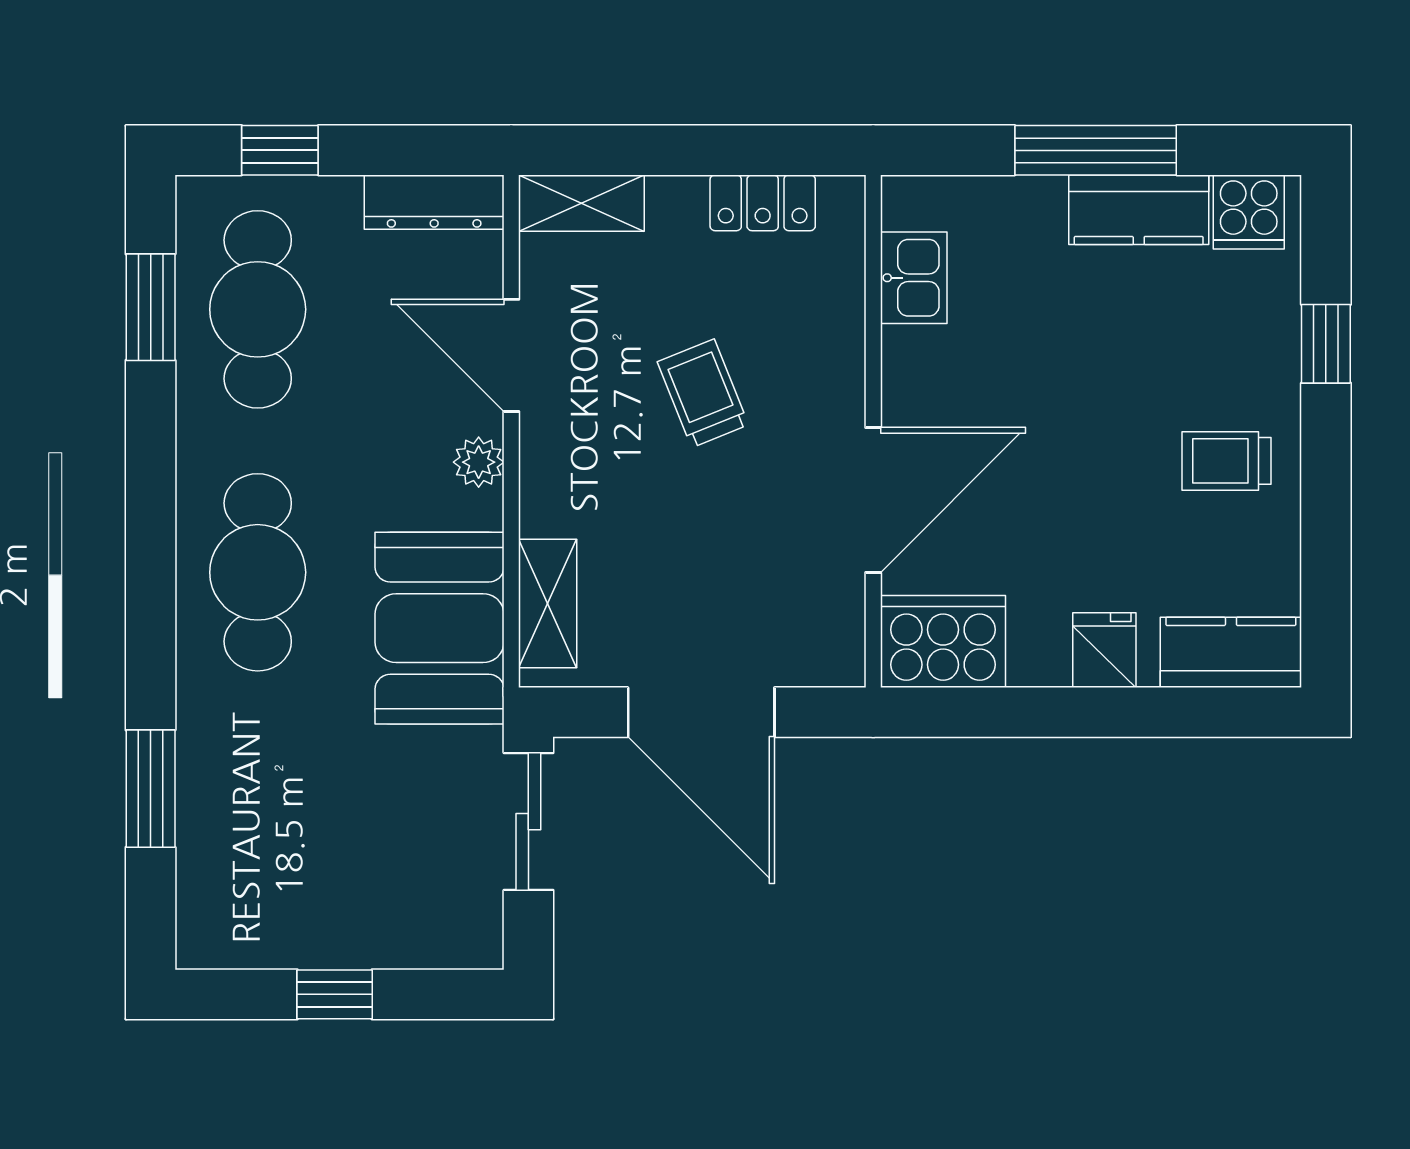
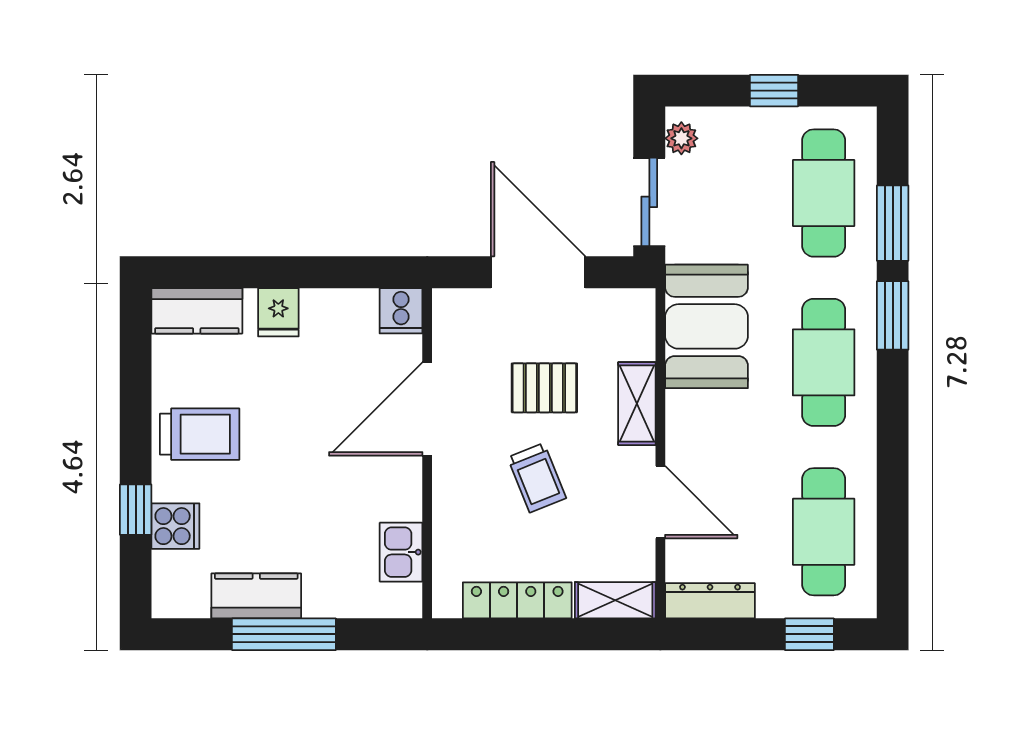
locker: (763, 203) -> (517, 600), width x1.53
cooker: (1249, 212) -> (175, 526), moved, turned 90
window: (151, 307) -> (893, 315), moved
trolley: (1227, 461) -> (200, 434), width x1.36, depth x1.39
plant: (479, 462) -> (681, 138), moved
pallet: (691, 533) -> (544, 388), added
shelving: (548, 604) -> (637, 404), moved
cooker: (943, 642) -> (401, 311), width x0.53, depth x0.76
cafe table: (258, 835) -> (824, 193), added

